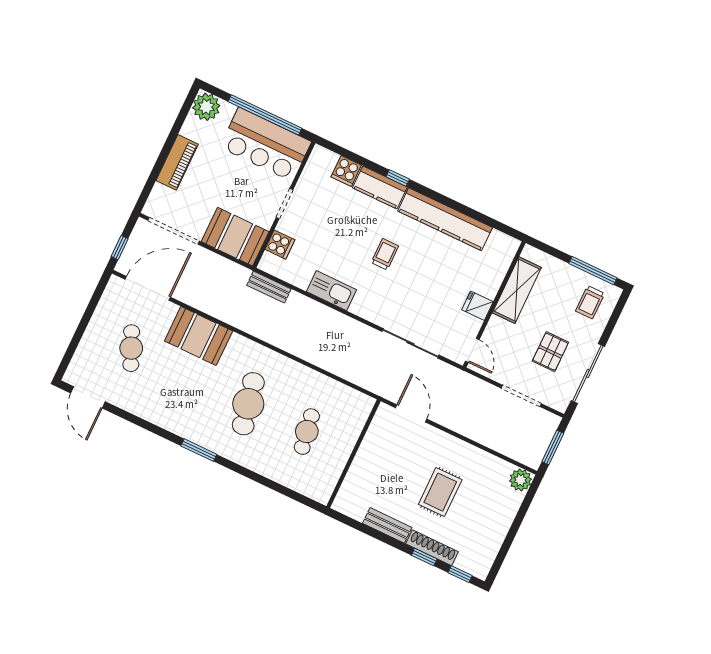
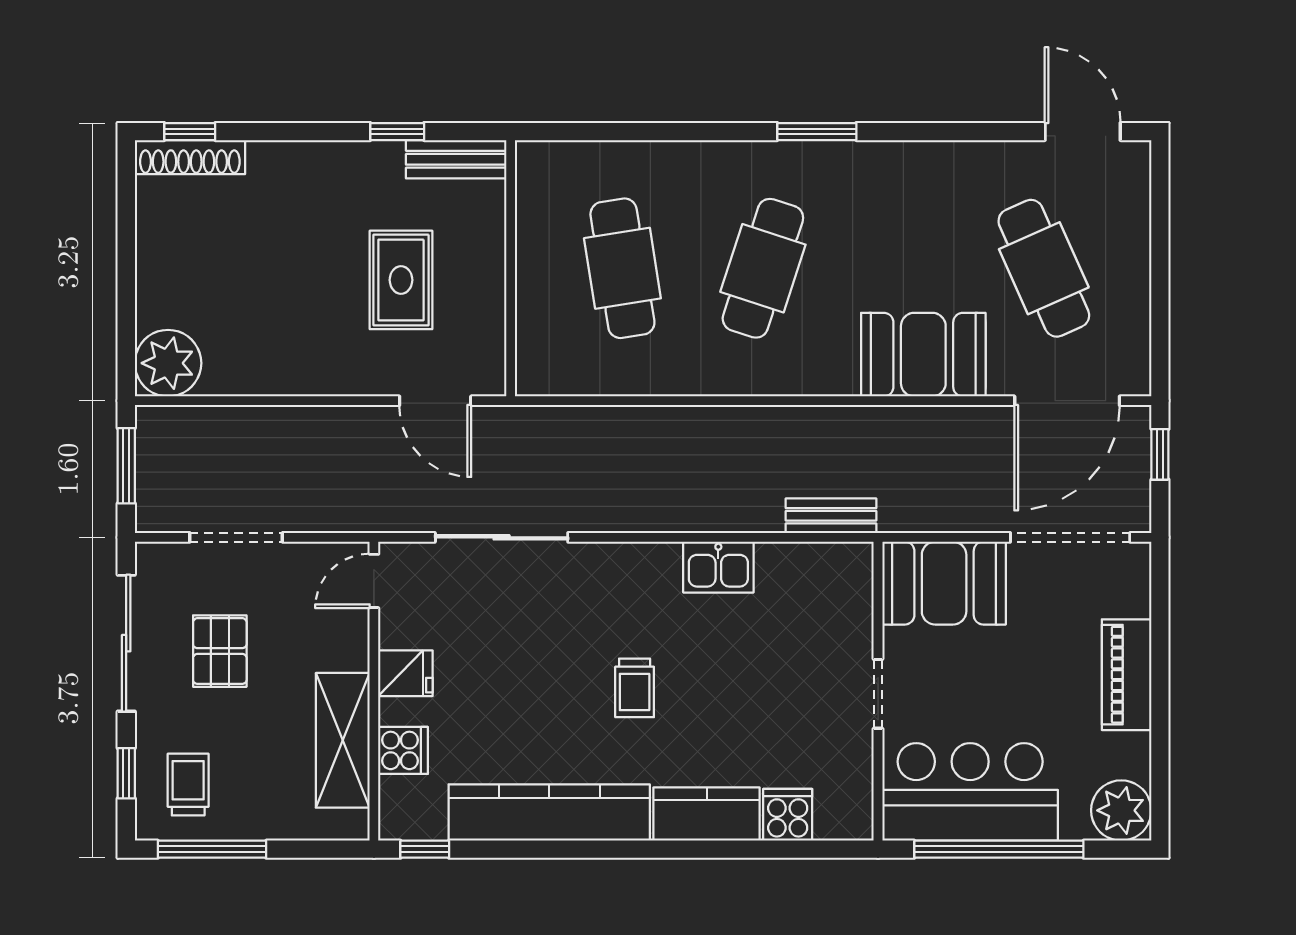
window: (398, 178) -> (425, 849), moved
cooker: (280, 245) -> (403, 750), moved, turned 180
kitchen sink: (332, 291) -> (718, 567), width x0.73
window: (614, 319) -> (126, 773), added
cafe table: (131, 348) -> (1044, 268), width x1.37, depth x1.35
door: (472, 350) -> (374, 581), hinge flipped
cafe table: (248, 404) -> (763, 268), turned 30
cafe table: (307, 432) -> (622, 268), width x1.37, depth x1.35
plant: (520, 480) -> (168, 363), width x1.36, depth x1.36
rug: (440, 492) -> (401, 280), moved
bench: (387, 525) -> (456, 159), moved
shoe rack: (432, 548) -> (190, 157), moved
window: (424, 557) -> (397, 132), moved

